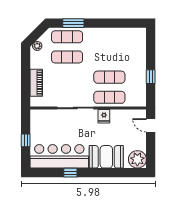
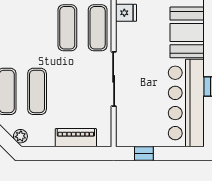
fridge: (104, 116) -> (126, 13), moved
window: (26, 140) -> (144, 153), moved

